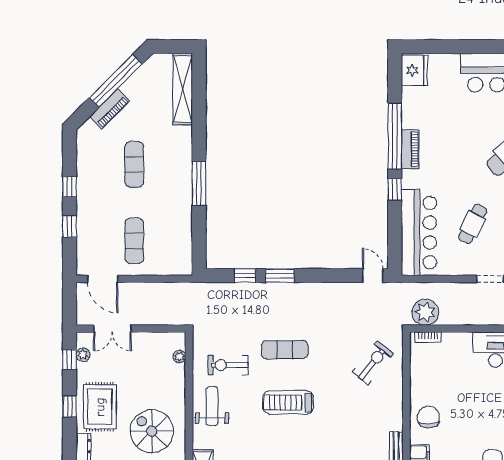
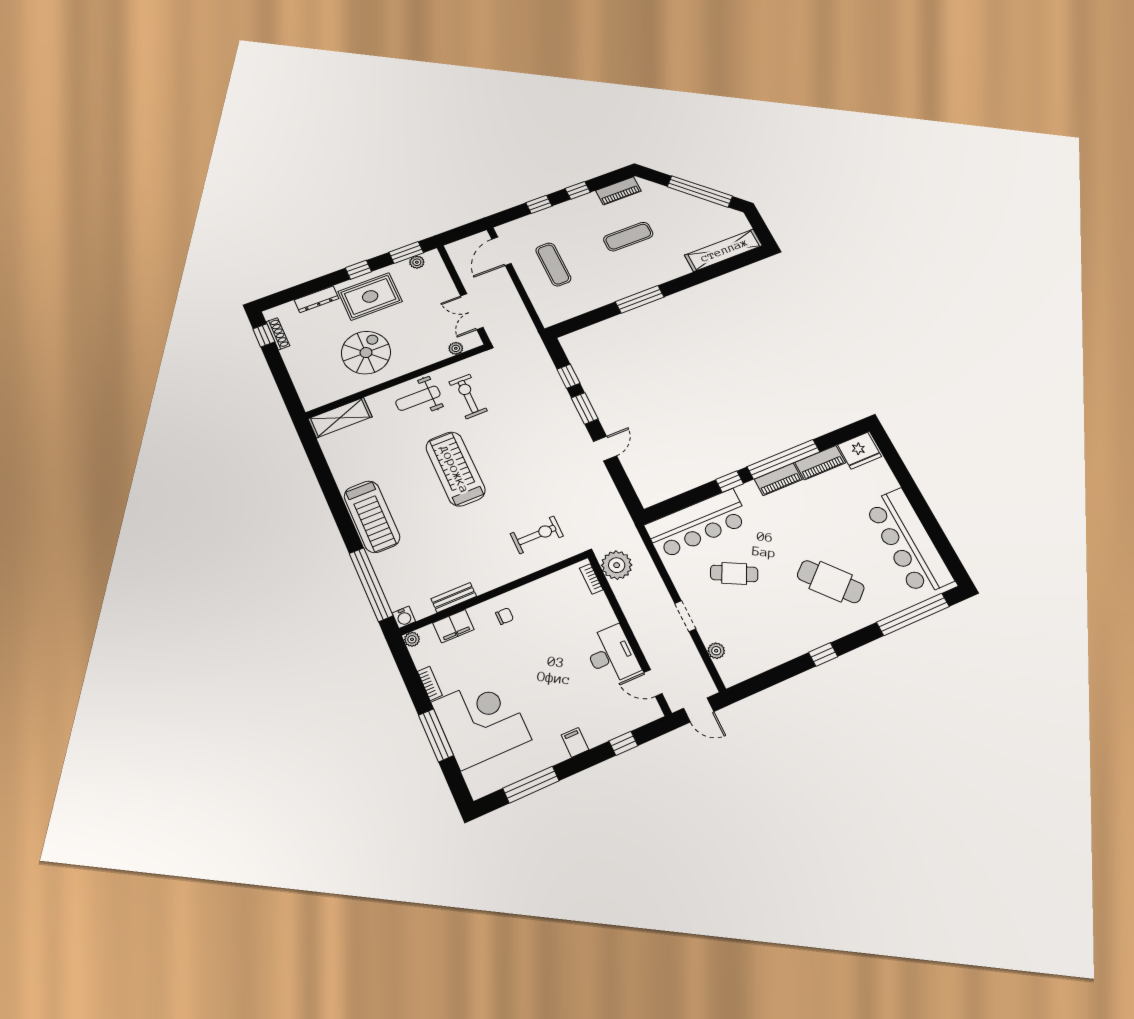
piano: (411, 108) -> (820, 463), added
piano: (110, 109) -> (618, 191), moved, turned -45
exercise mat: (134, 241) -> (553, 264), turned 90
door: (373, 276) -> (605, 449), moved
double door: (112, 329) -> (472, 312), moved
exercise mat: (285, 350) -> (510, 443), removed
window: (70, 359) -> (406, 252), width x1.50
exercise bike: (373, 363) -> (537, 535), turned -39
treadmill: (288, 402) -> (455, 469), width x1.37, depth x1.38
weight bench: (212, 406) -> (418, 398), turned 180
chair: (429, 417) -> (505, 616), width x0.54, depth x0.54

